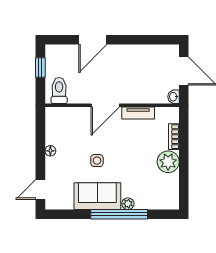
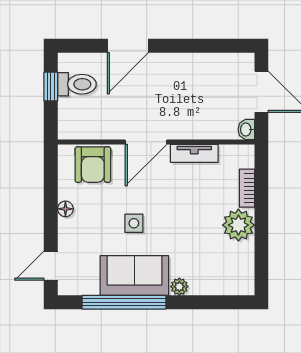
toilet: (59, 91) -> (77, 84), moved, turned 90
armchair: (69, 121) -> (93, 165), added
window: (119, 214) -> (124, 302), moved

